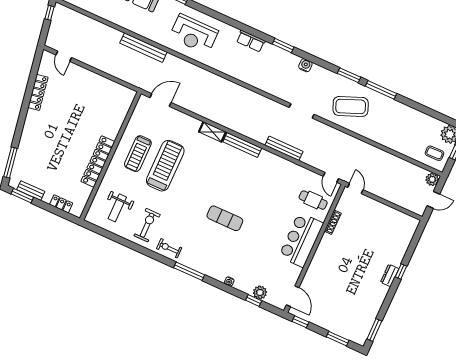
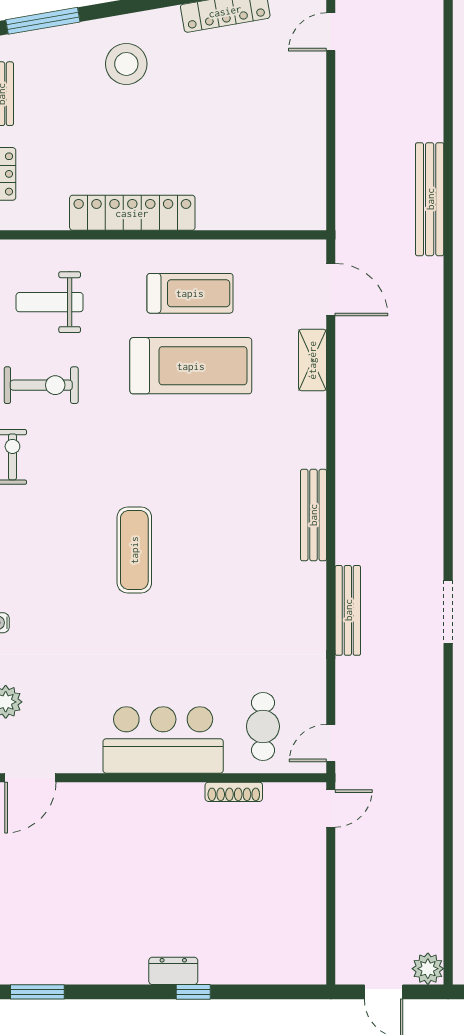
shelving: (212, 132) -> (312, 360), moved
stool: (41, 138) -> (126, 64), added
treadmill: (138, 154) -> (190, 293), turned 180

